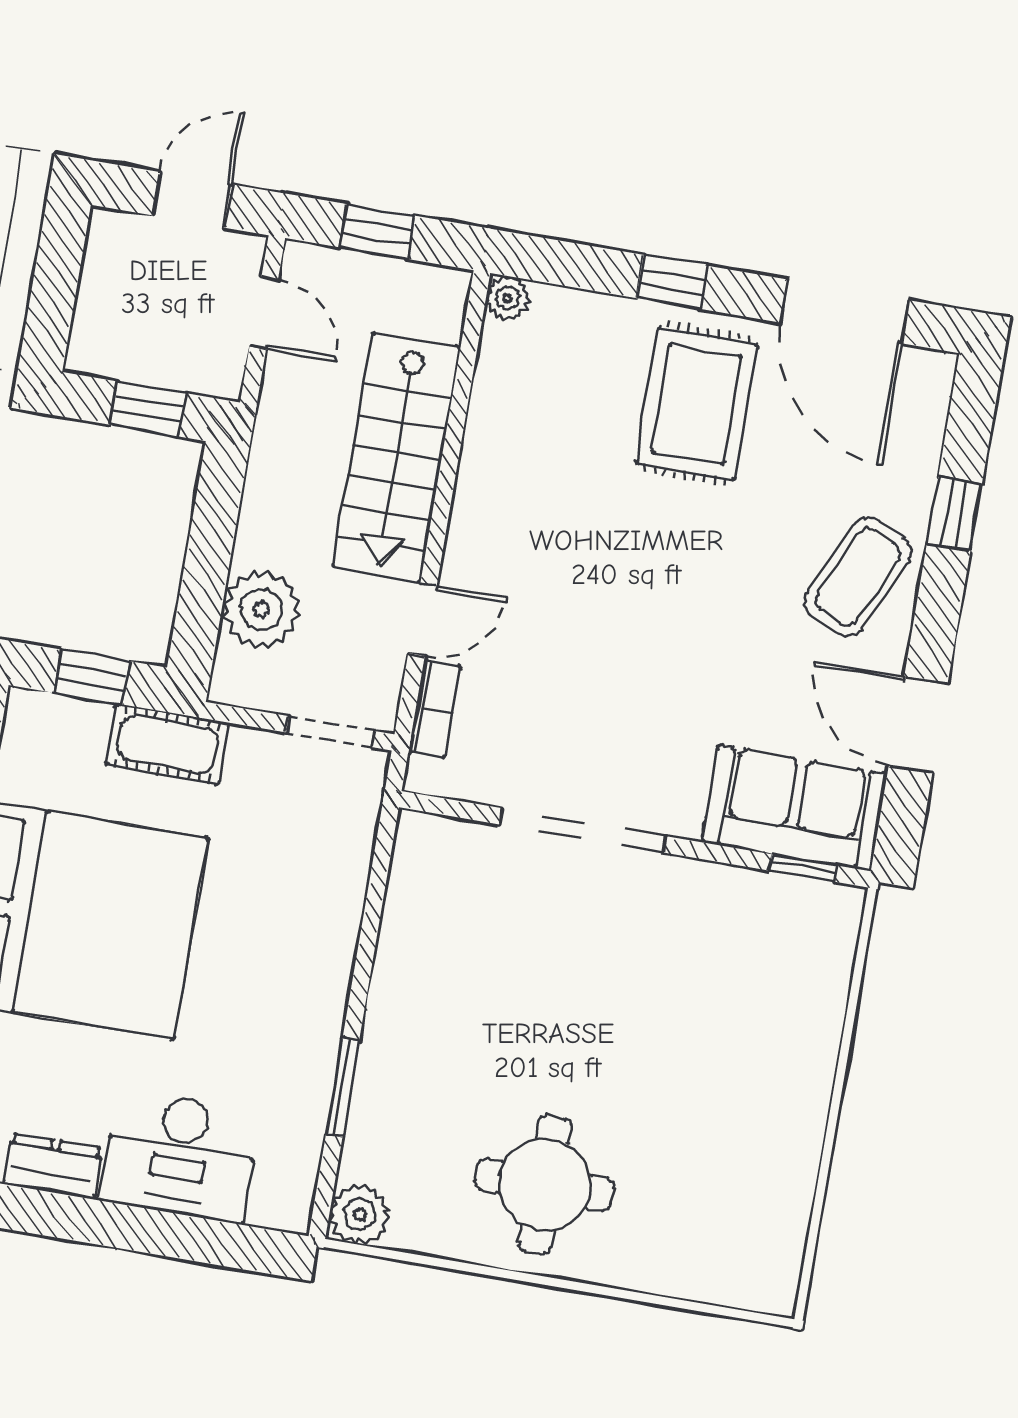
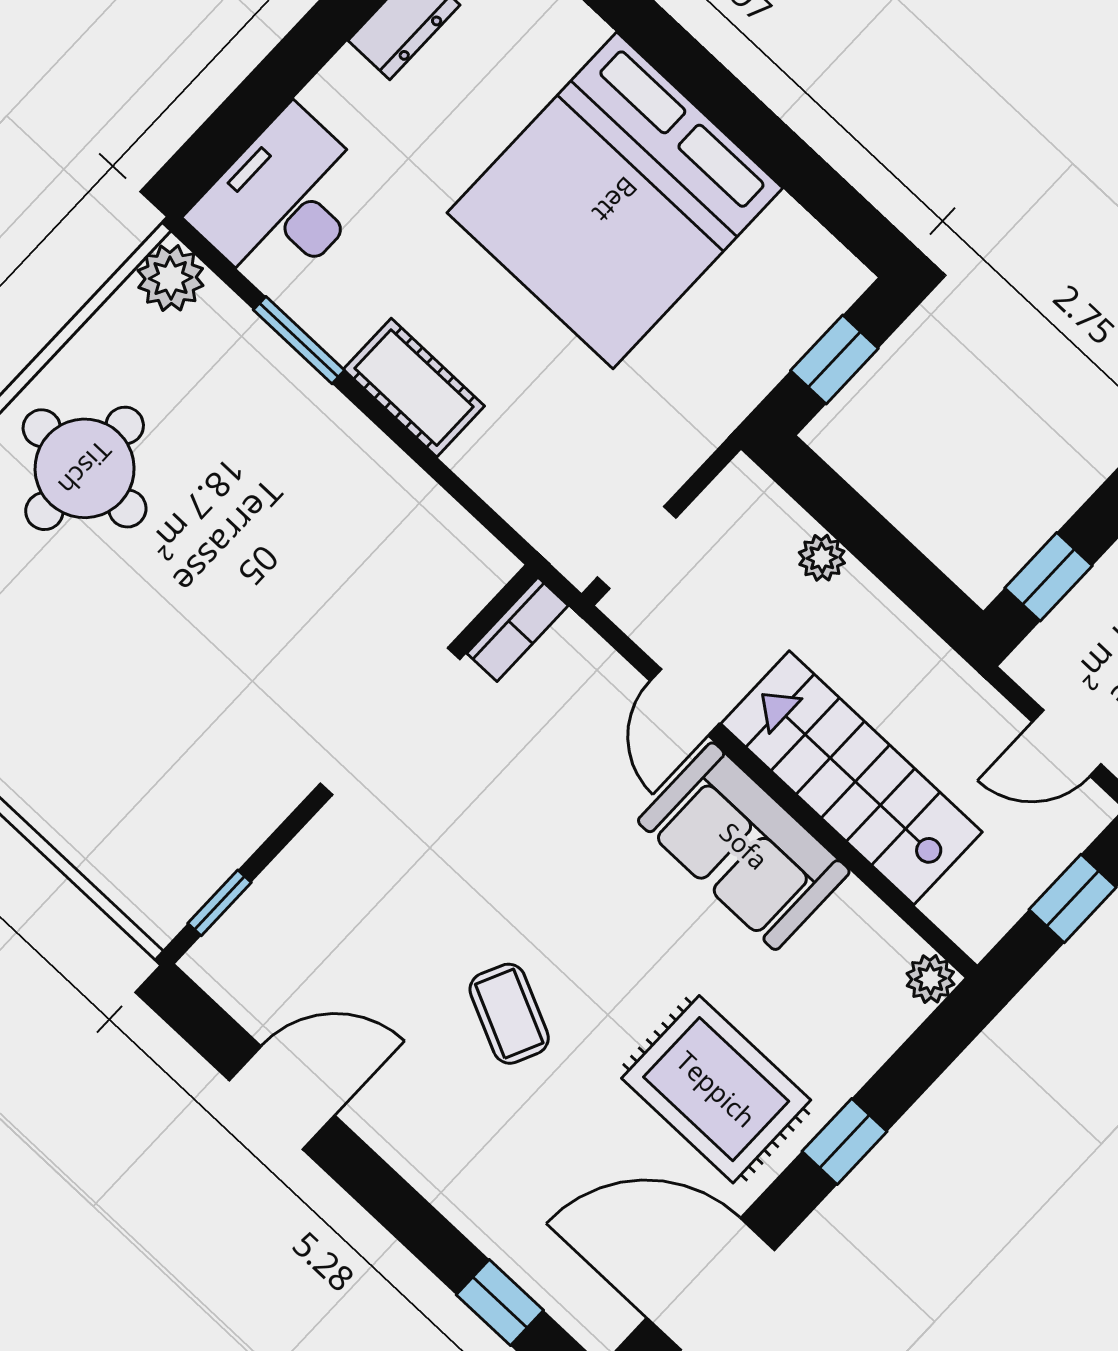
window: (954, 514) -> (500, 1302), moved
coffee table: (858, 577) -> (509, 1014), moved, width x0.73, depth x0.77
plant: (261, 609) -> (822, 558), width x0.53, depth x0.53
bookcase: (435, 709) -> (518, 629), moved, turned -90
cot: (167, 744) -> (414, 388), moved, turned 90
sofa: (795, 808) -> (744, 846), moved, turned 90
desk: (180, 1156) -> (284, 202), moved

